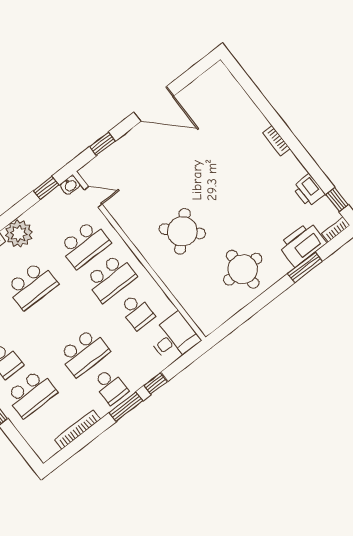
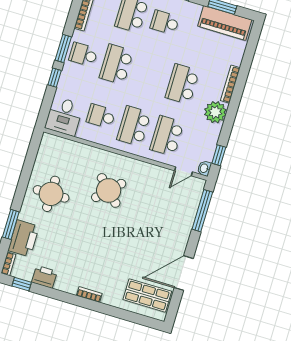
shop shelf: (219, 98) -> (147, 295), added
door: (154, 104) -> (184, 273), moved
window: (103, 144) -> (202, 211), width x2.17

